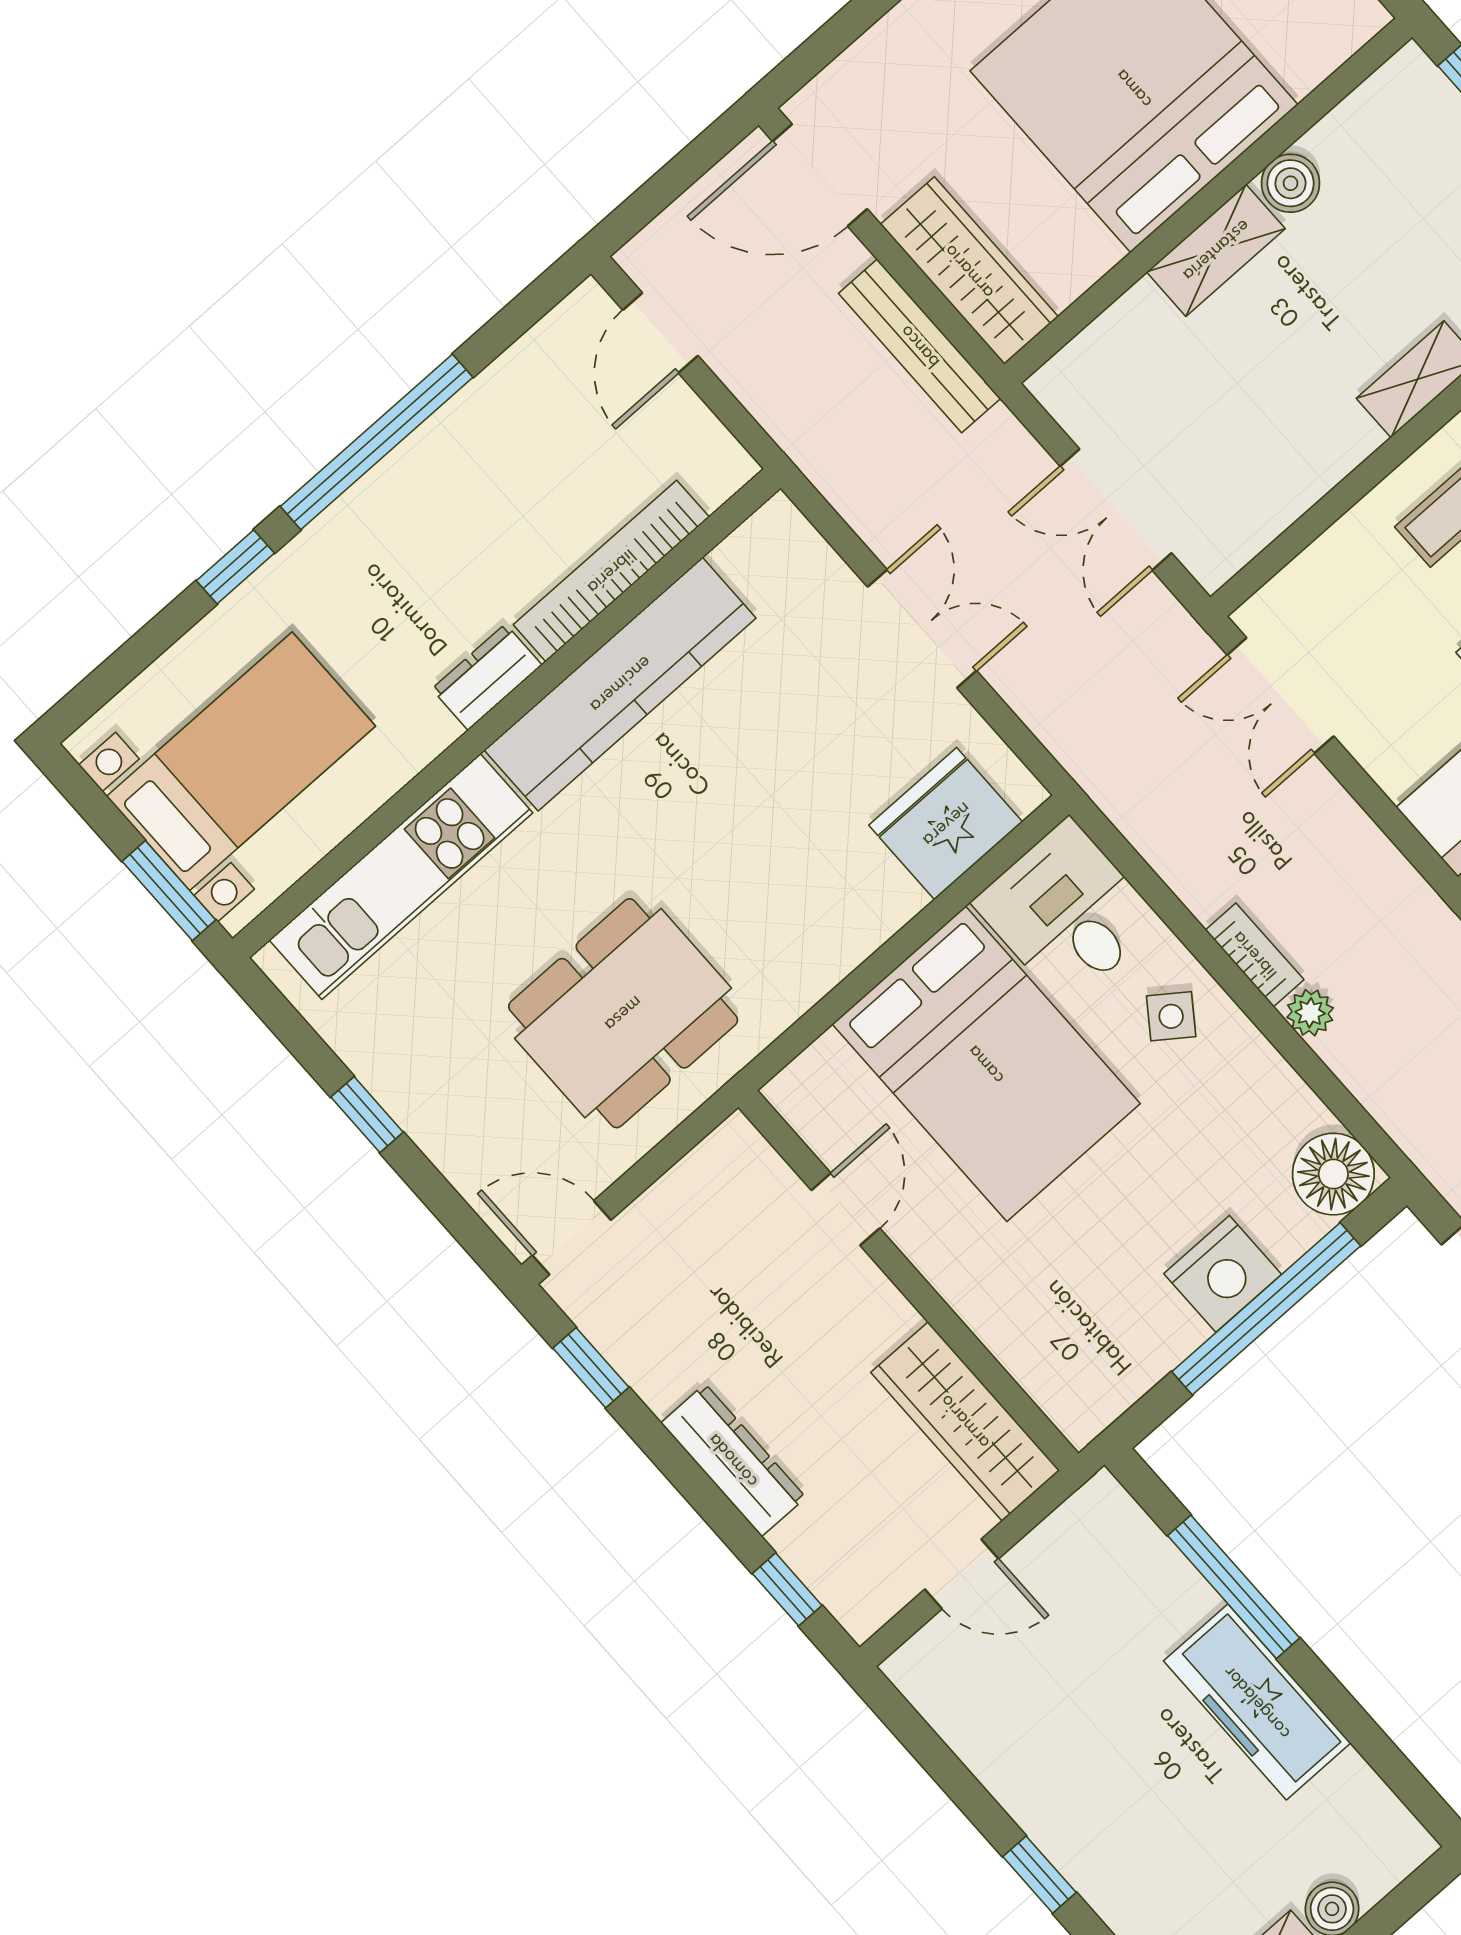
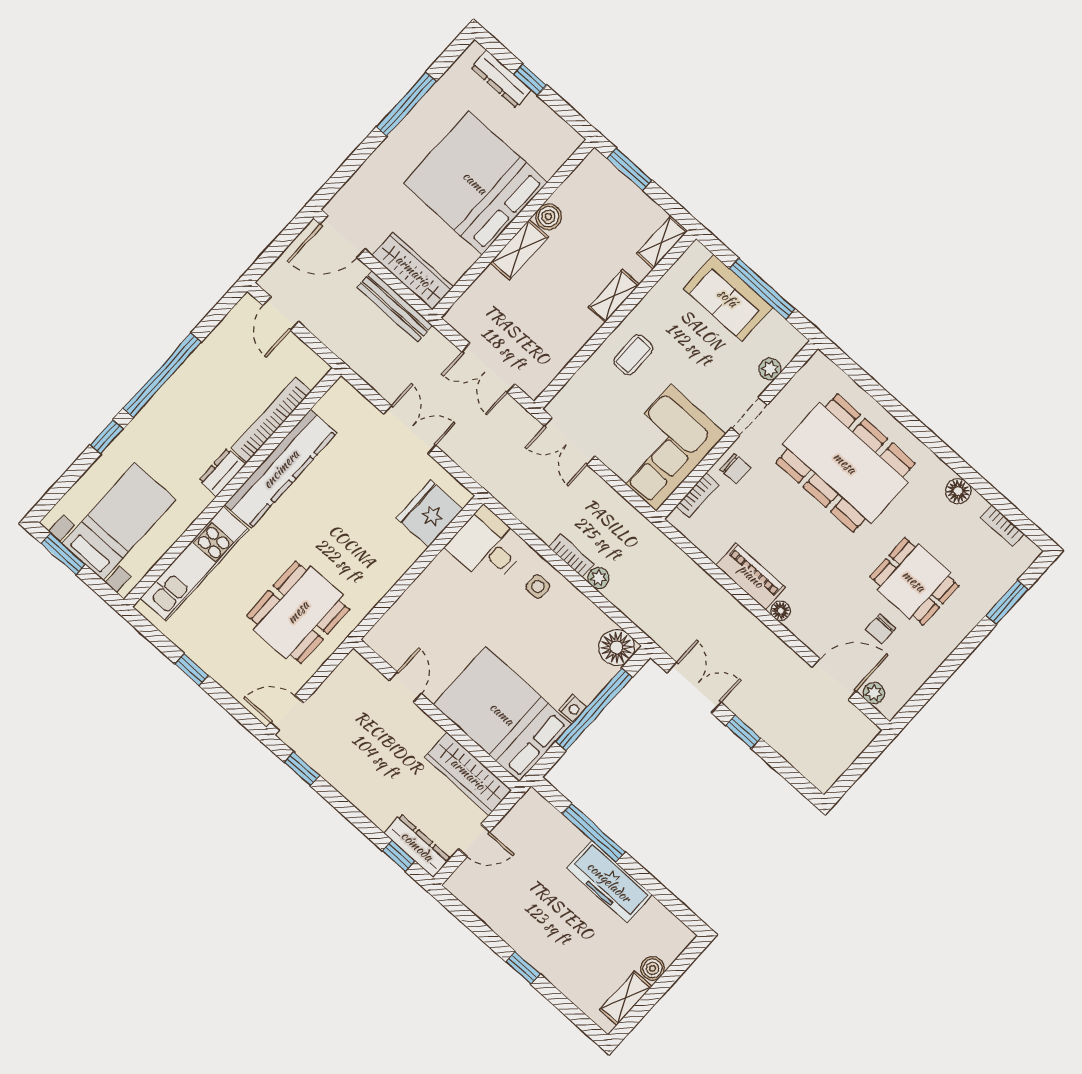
window: (169, 891) -> (63, 554), moved
side table: (1171, 1016) -> (538, 587), turned -36
bed: (986, 1064) -> (502, 714), moved, turned 180
nightstand: (1223, 1274) -> (573, 708), width x0.53, depth x0.56
dresser: (733, 1460) -> (417, 846), moved

